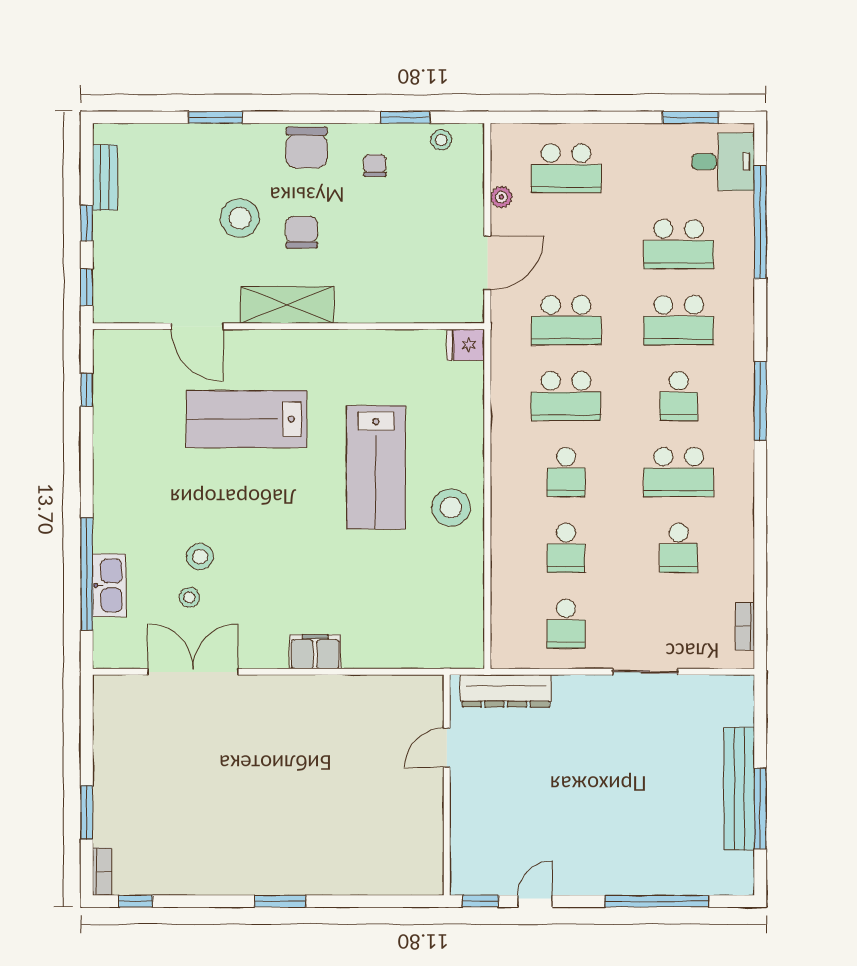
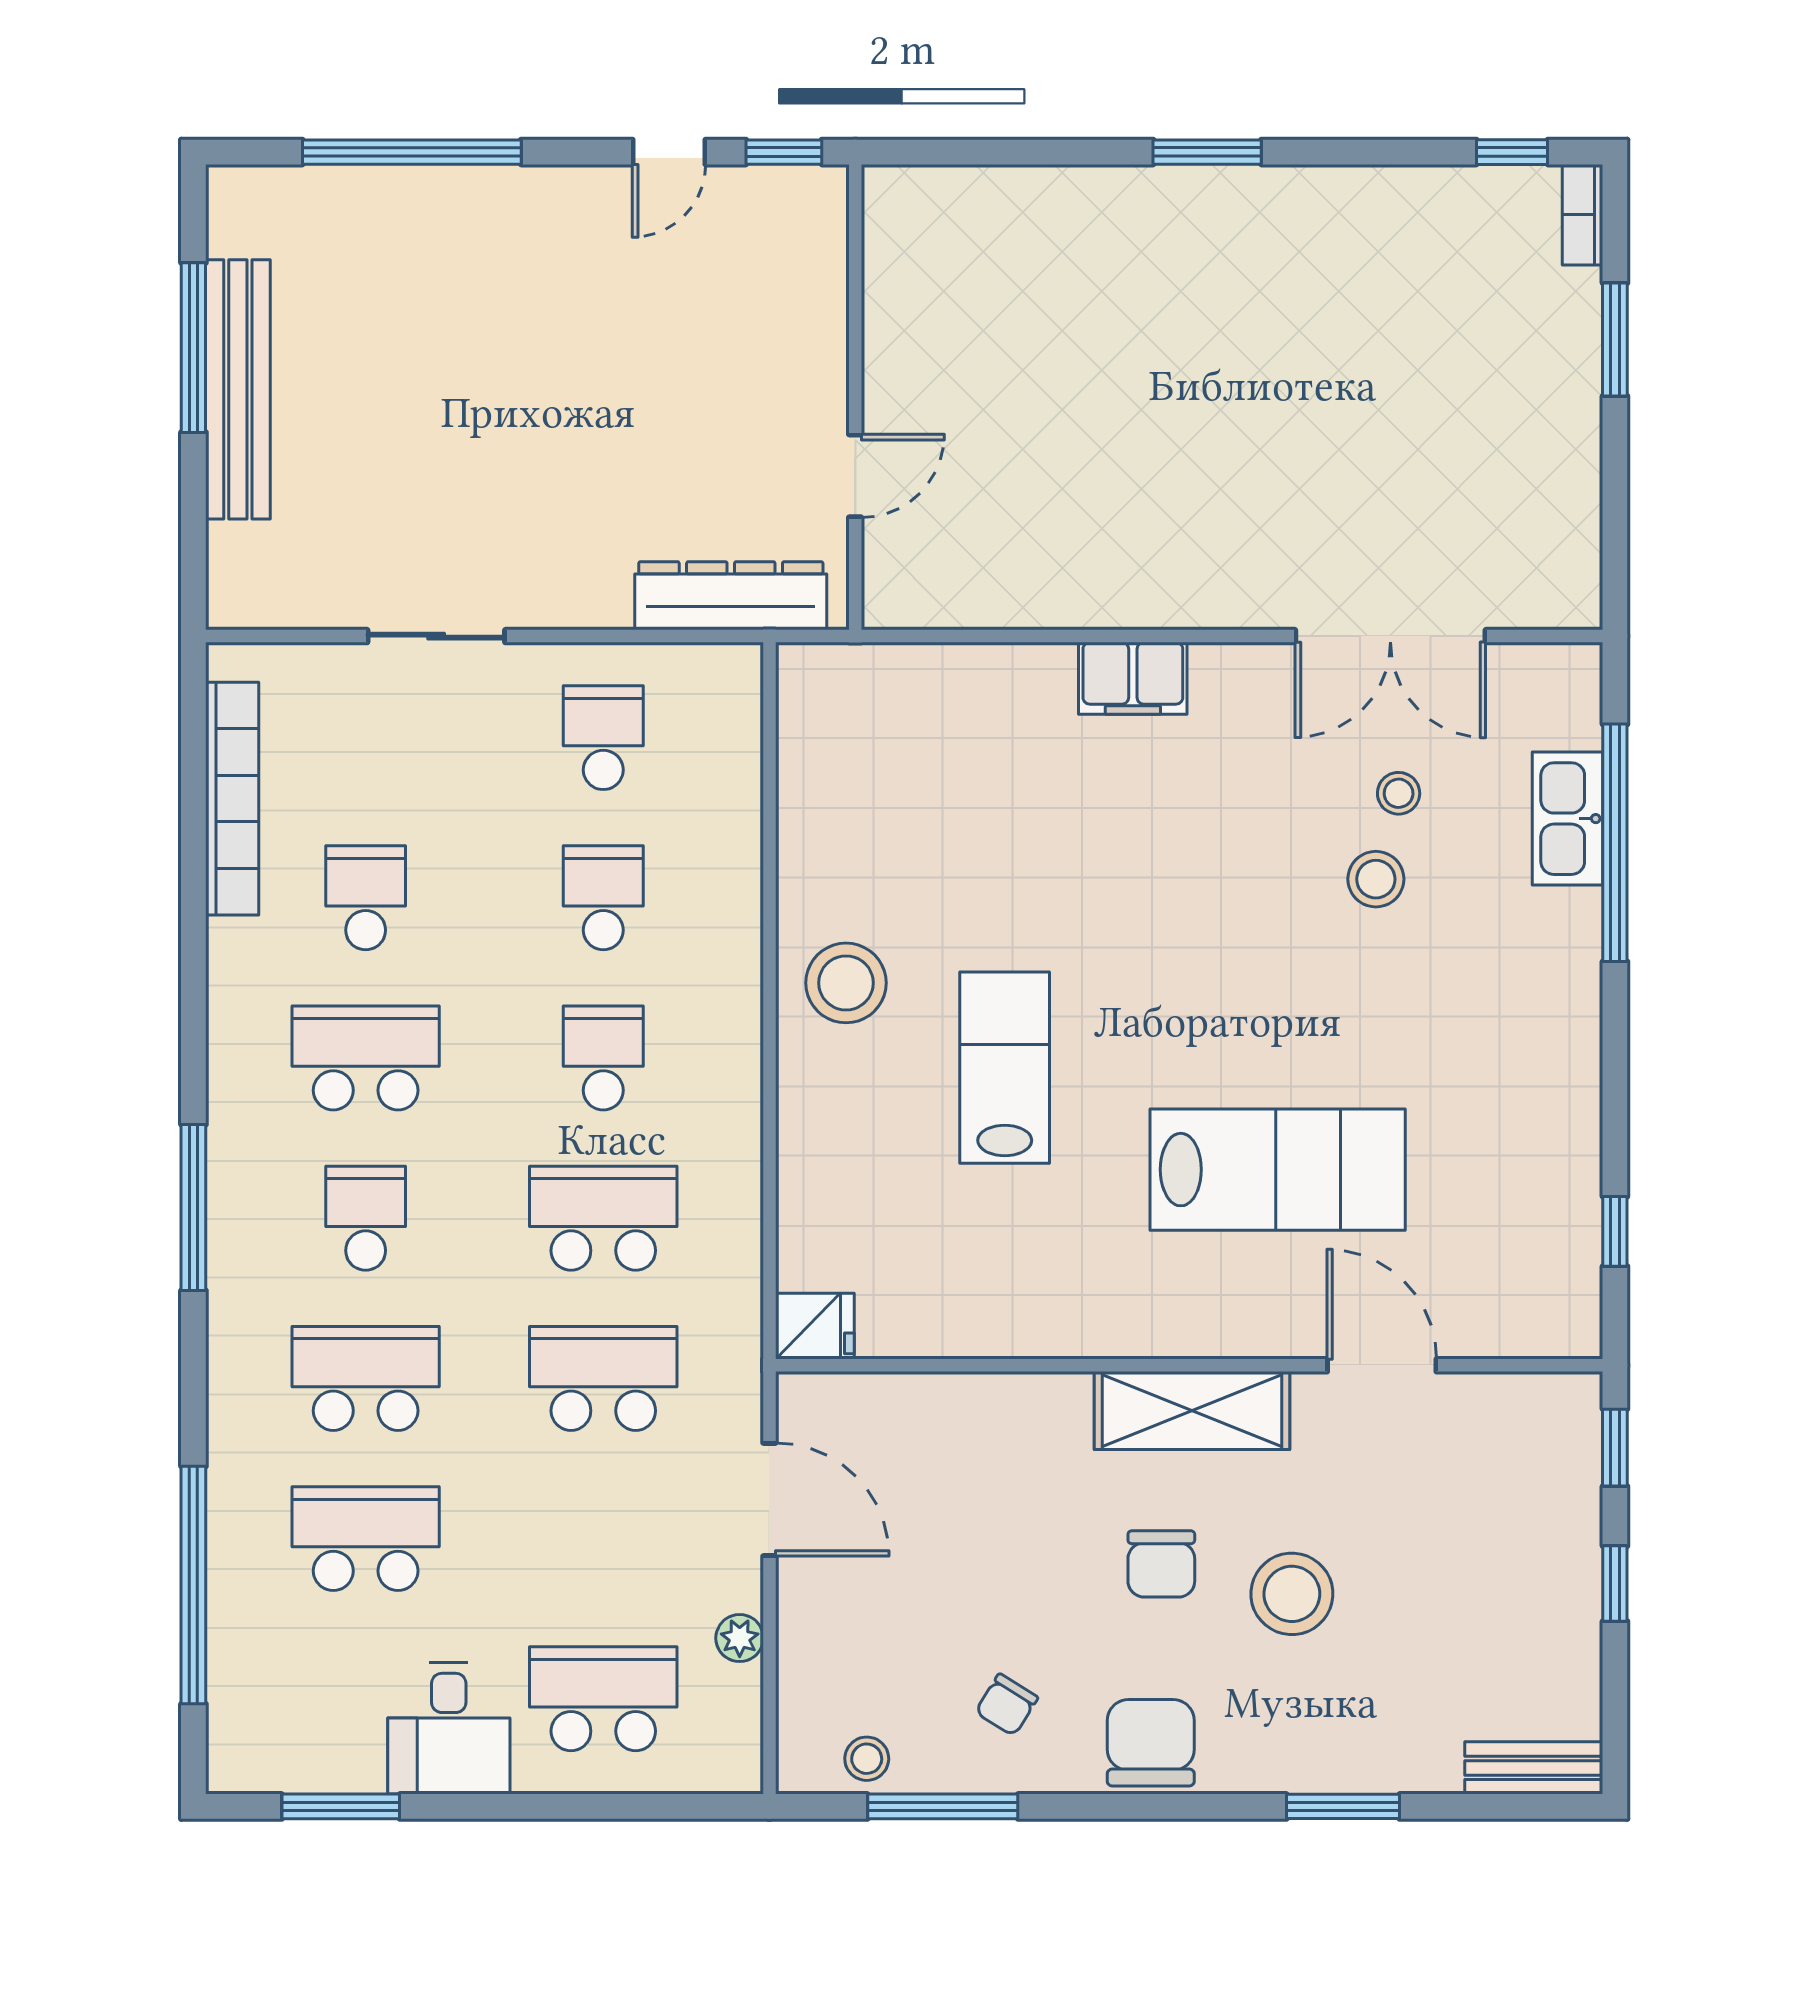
window: (405, 117) -> (943, 1806), width x1.44
desk: (723, 162) -> (449, 1728), moved, turned -90
chair: (375, 165) -> (1007, 1705), turned 32
bench: (105, 177) -> (1534, 1768), moved, turned 90
door: (487, 263) -> (769, 1500), swing flipped
lab bench: (376, 467) -> (1005, 1068), width x0.73, depth x0.72
bookcase: (745, 626) -> (232, 799), width x2.31, depth x1.31

